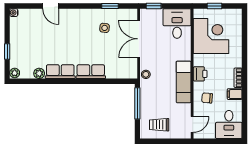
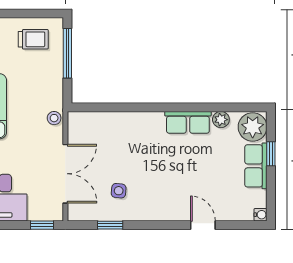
row of seats: (91, 72) -> (256, 166), moved, turned 90
plant: (15, 73) -> (253, 127), width x1.87, depth x1.87
window: (137, 103) -> (67, 53), moved

